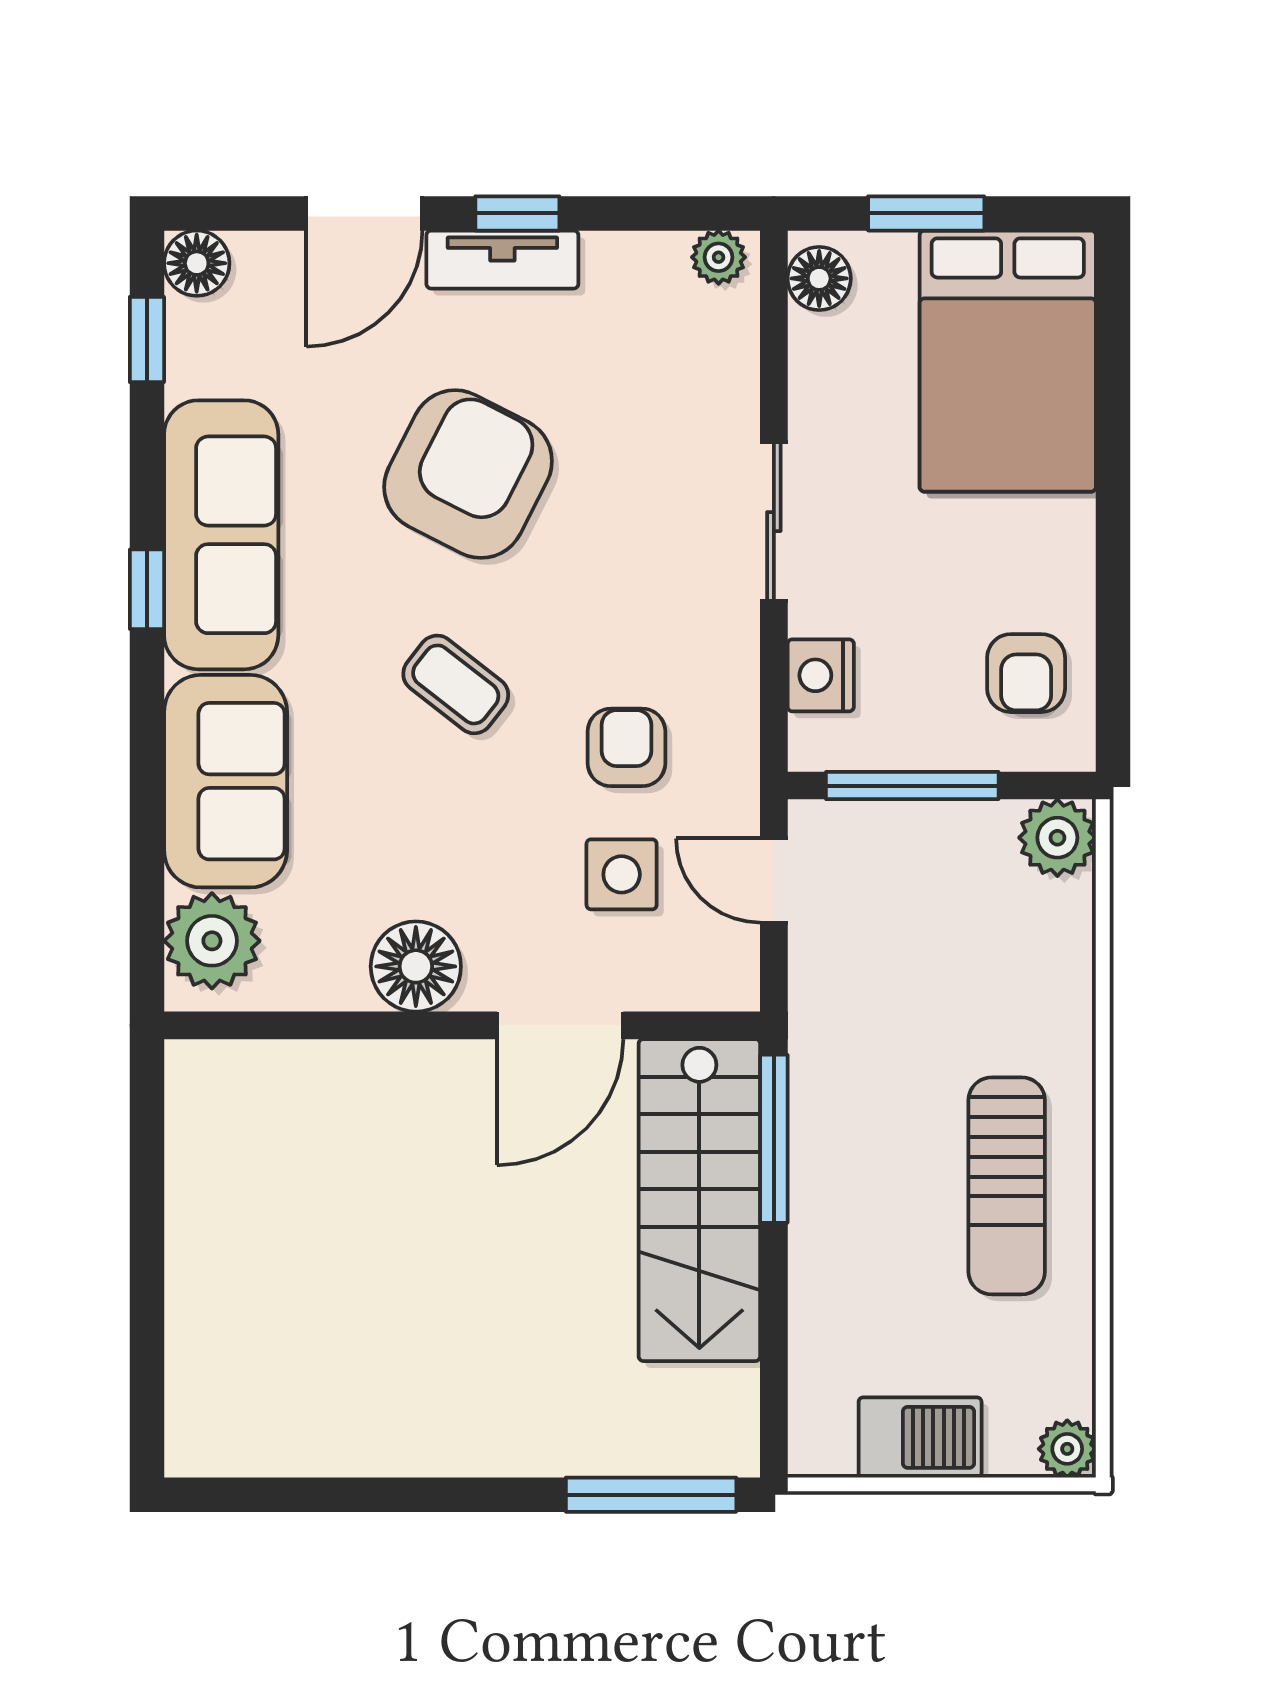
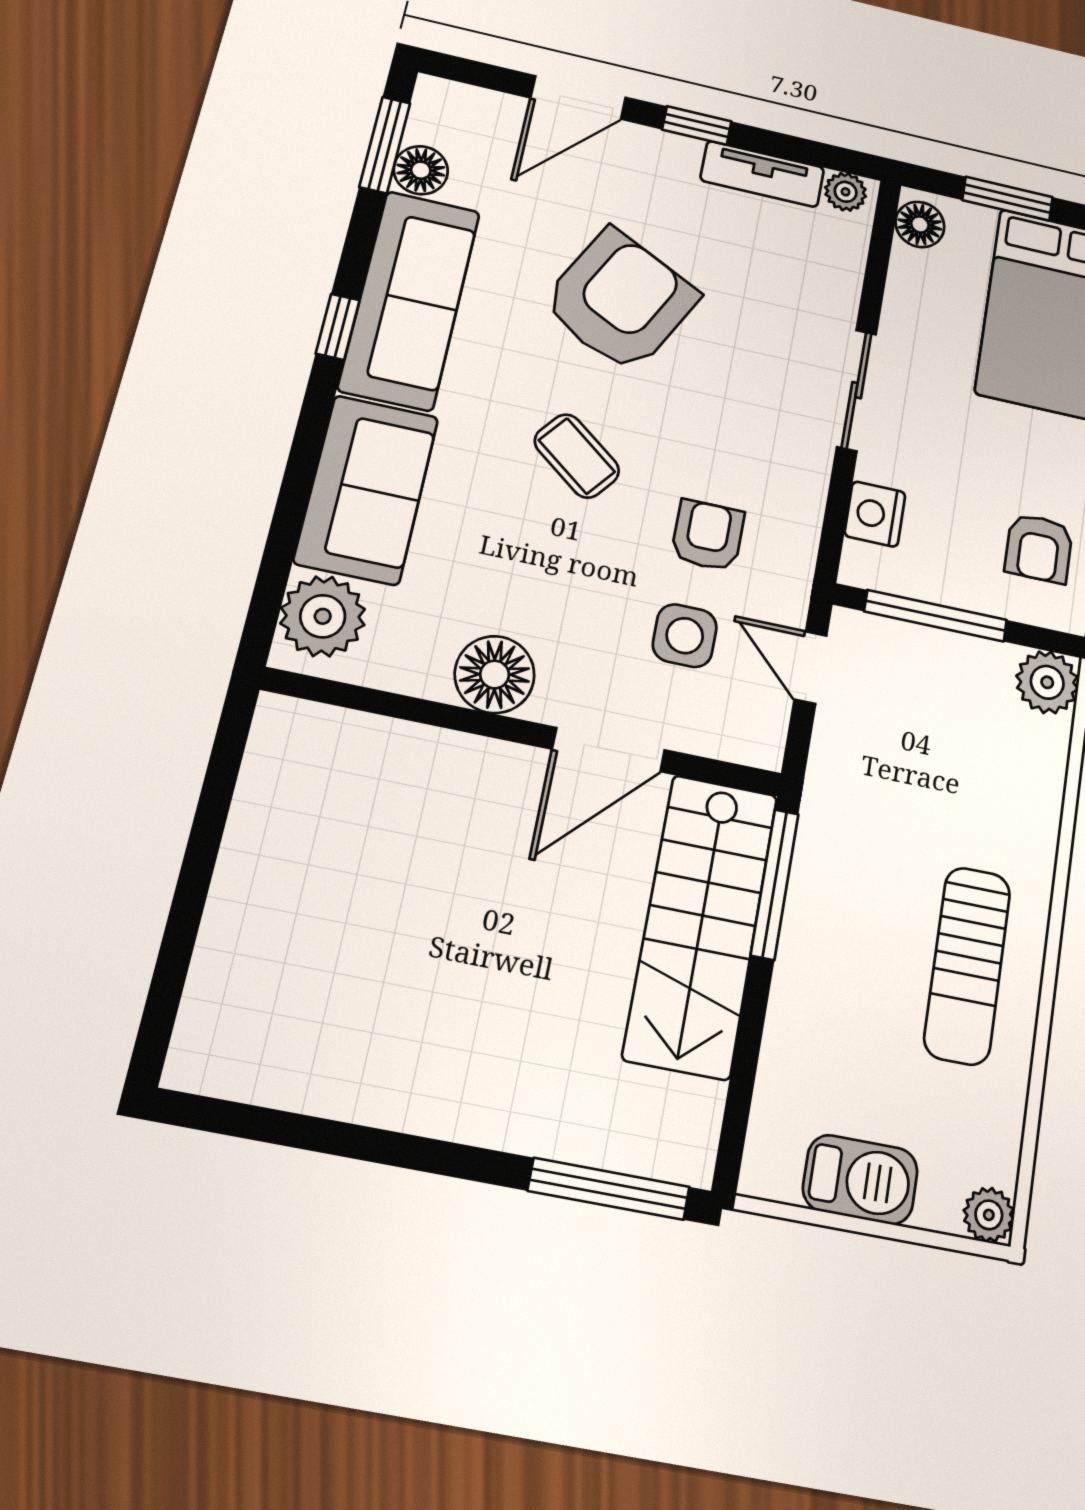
tv unit: (502, 260) -> (762, 174), moved
floor lamp: (197, 263) -> (421, 170), moved
window: (147, 339) -> (385, 145), width x1.50

